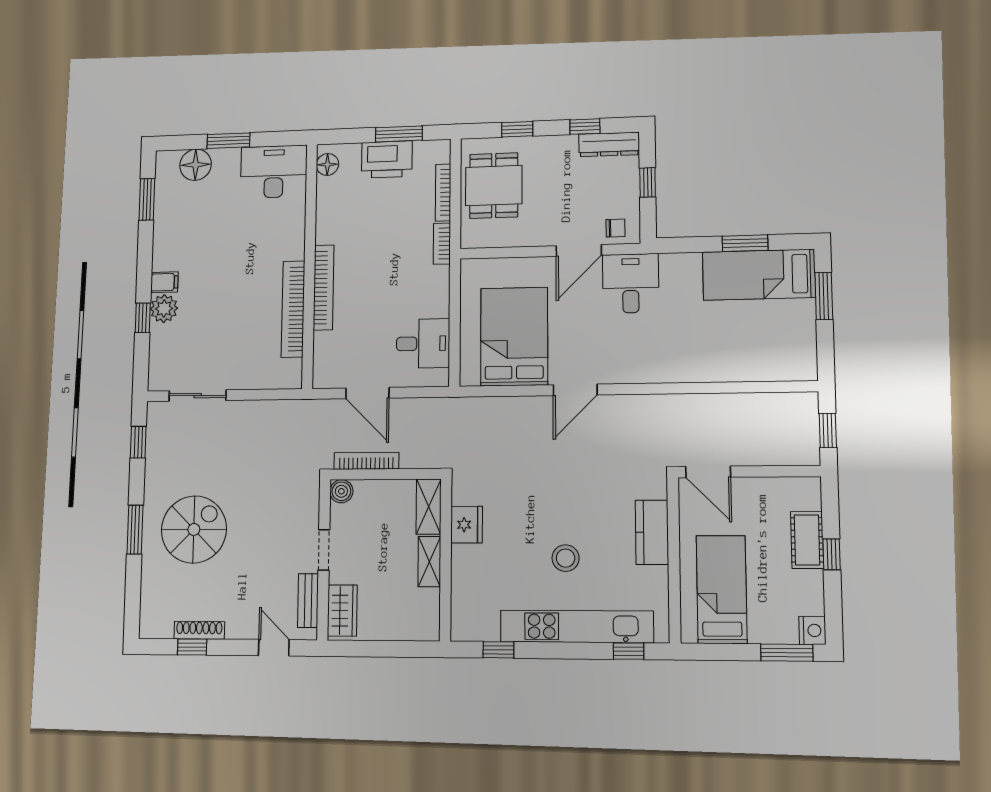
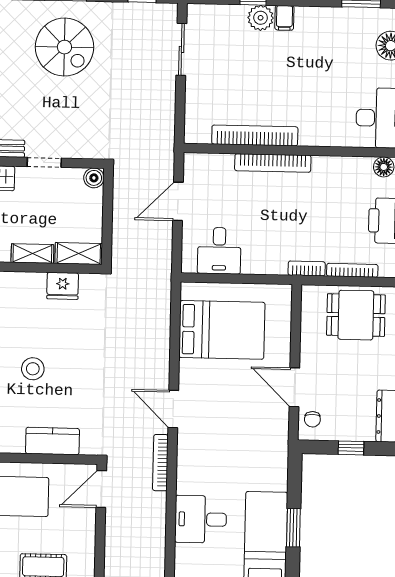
desk: (631, 283) -> (201, 519), moved, turned 180
door: (575, 390) -> (173, 409), moved
bookcase: (366, 461) -> (160, 463), moved, turned 180

